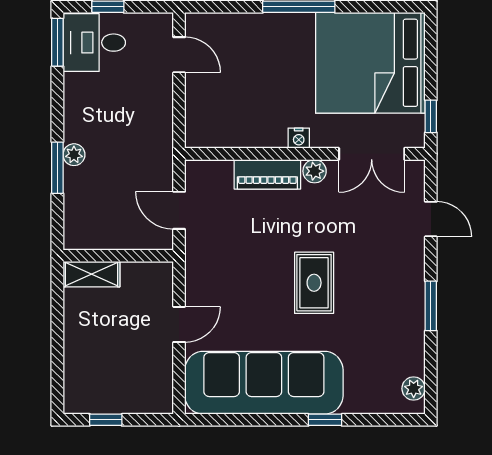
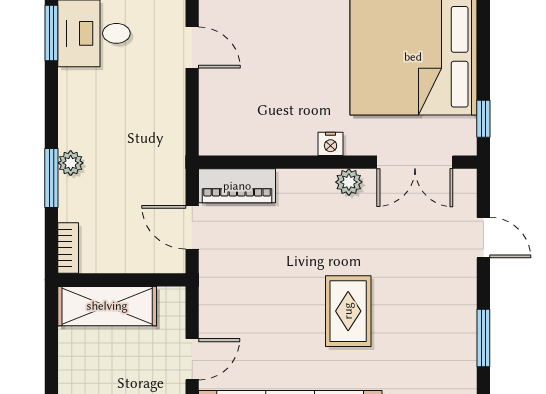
piano: (267, 174) -> (237, 186), moved
bookcase: (72, 228) -> (68, 248), added
shelving: (91, 274) -> (107, 306), width x1.50, depth x1.33

